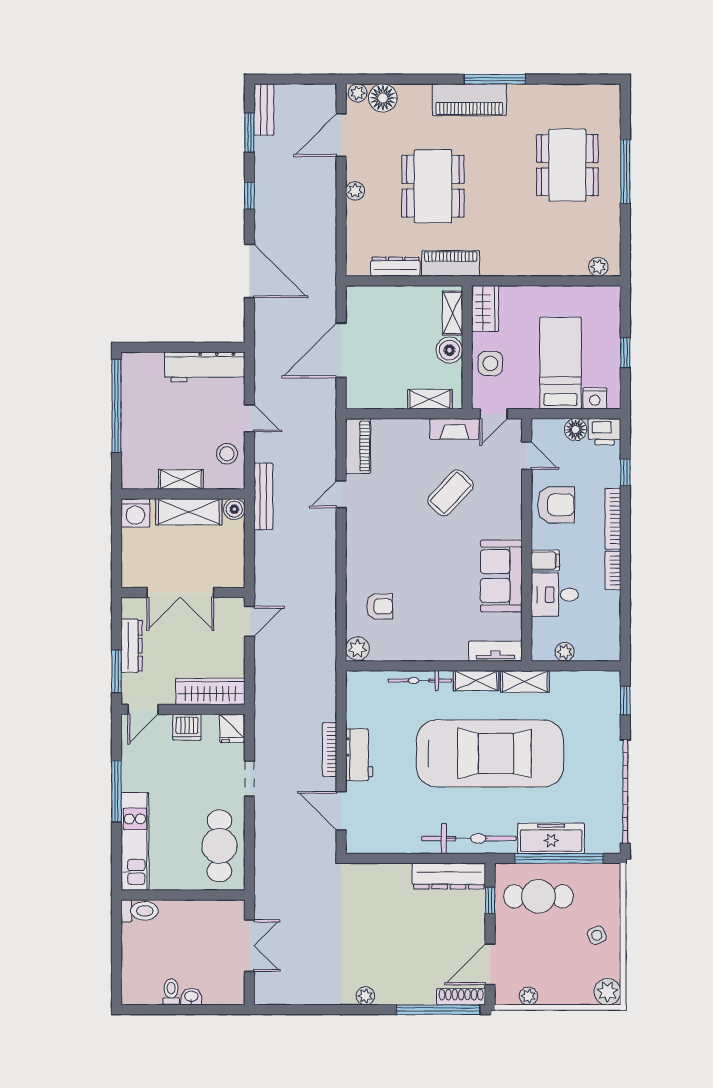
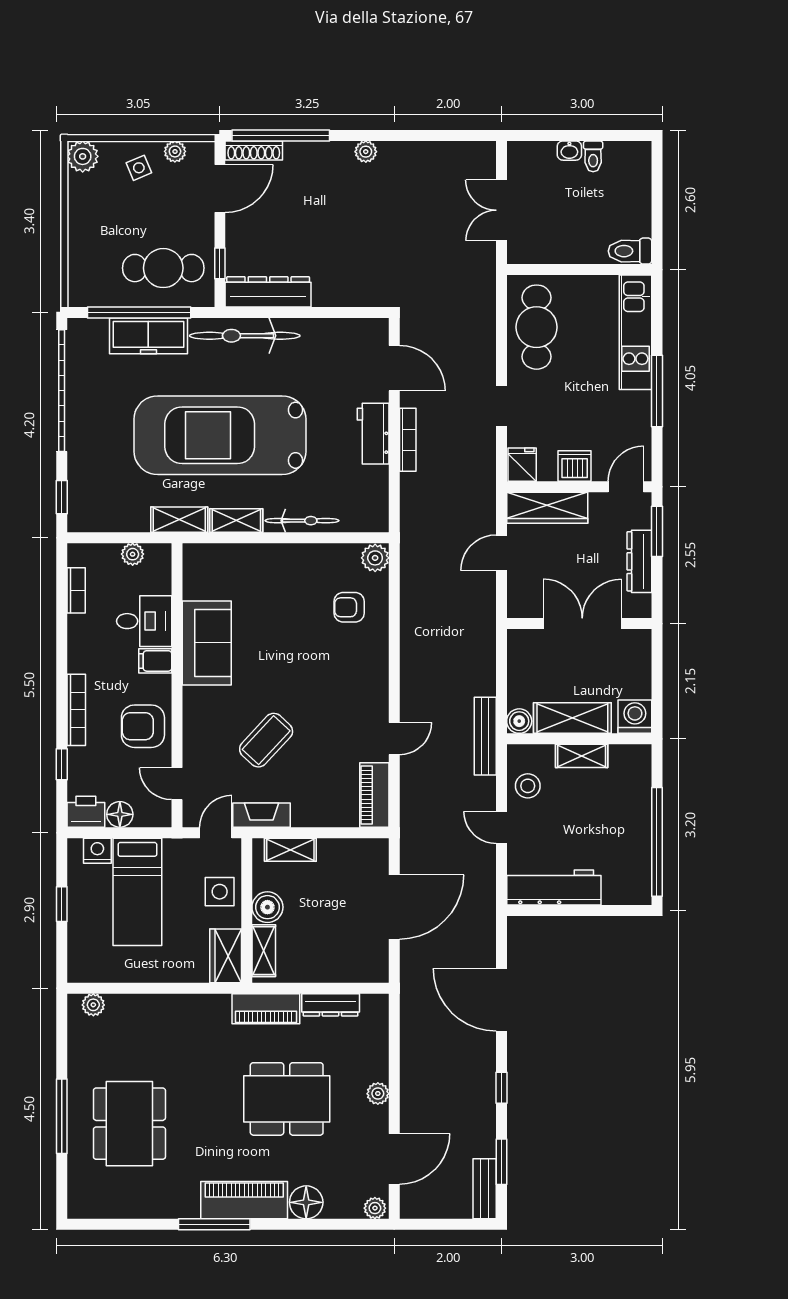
floor lamp: (383, 98) -> (306, 1202), moved
dining table: (433, 186) -> (287, 1099), turned 90
bookcase: (613, 571) -> (76, 590), moved
door: (249, 621) -> (501, 553), moved
tv unit: (495, 651) -> (214, 555), removed
side table: (597, 935) -> (139, 168), moved

